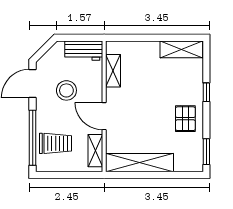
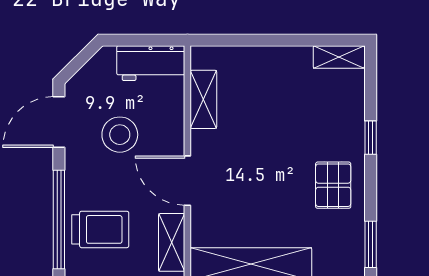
shelving: (181, 49) -> (339, 57), width x0.67, depth x0.75

